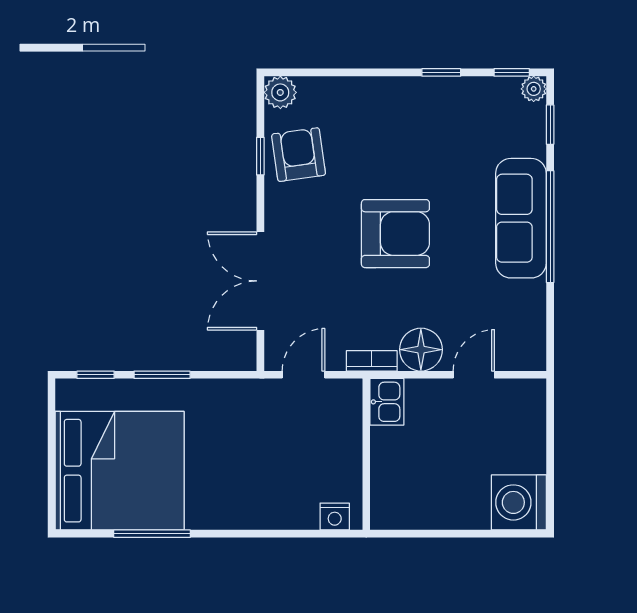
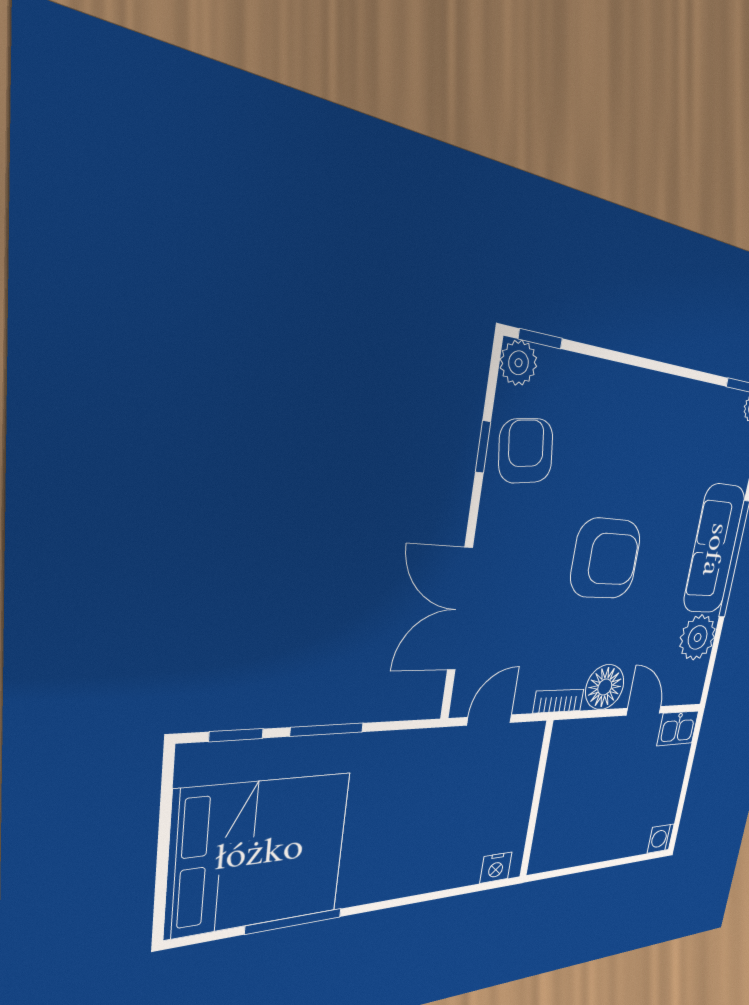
window: (441, 72) -> (540, 339), moved
plant: (524, 303) -> (698, 637), added
door: (474, 375) -> (644, 711), hinge flipped
kitchen sink: (387, 402) -> (678, 728), moved, turned 90
washing machine: (519, 502) -> (661, 839), width x0.53, depth x0.53

